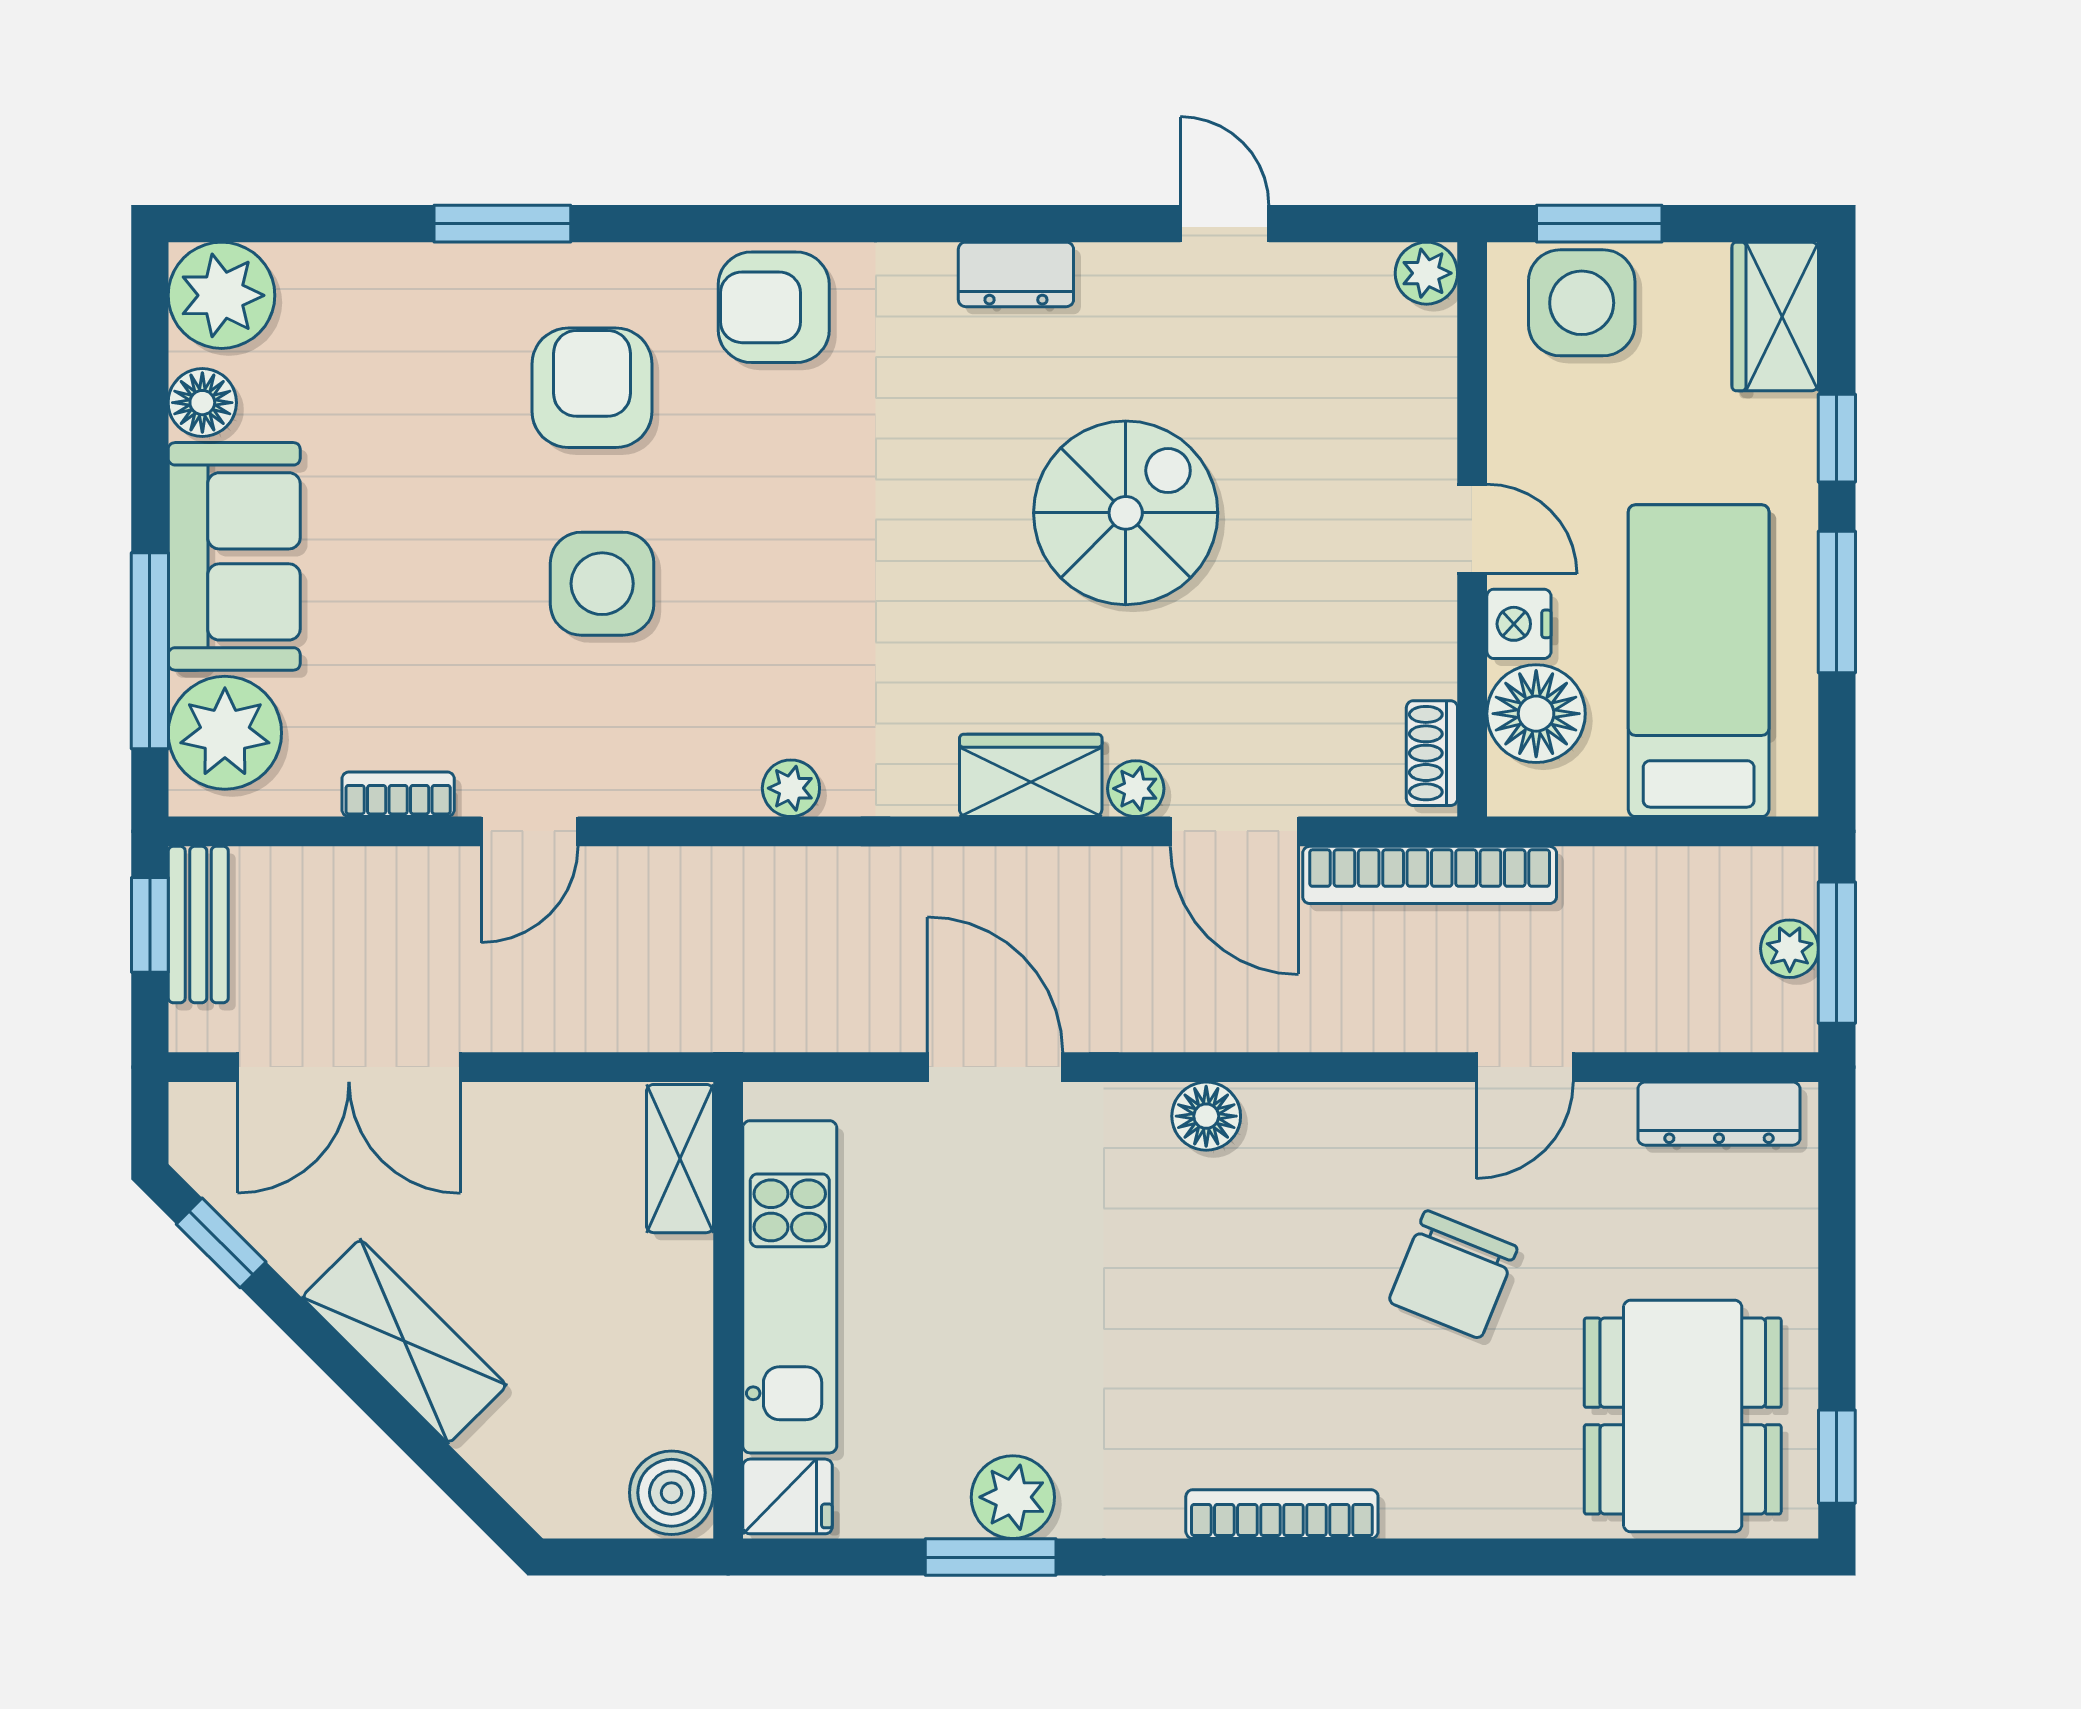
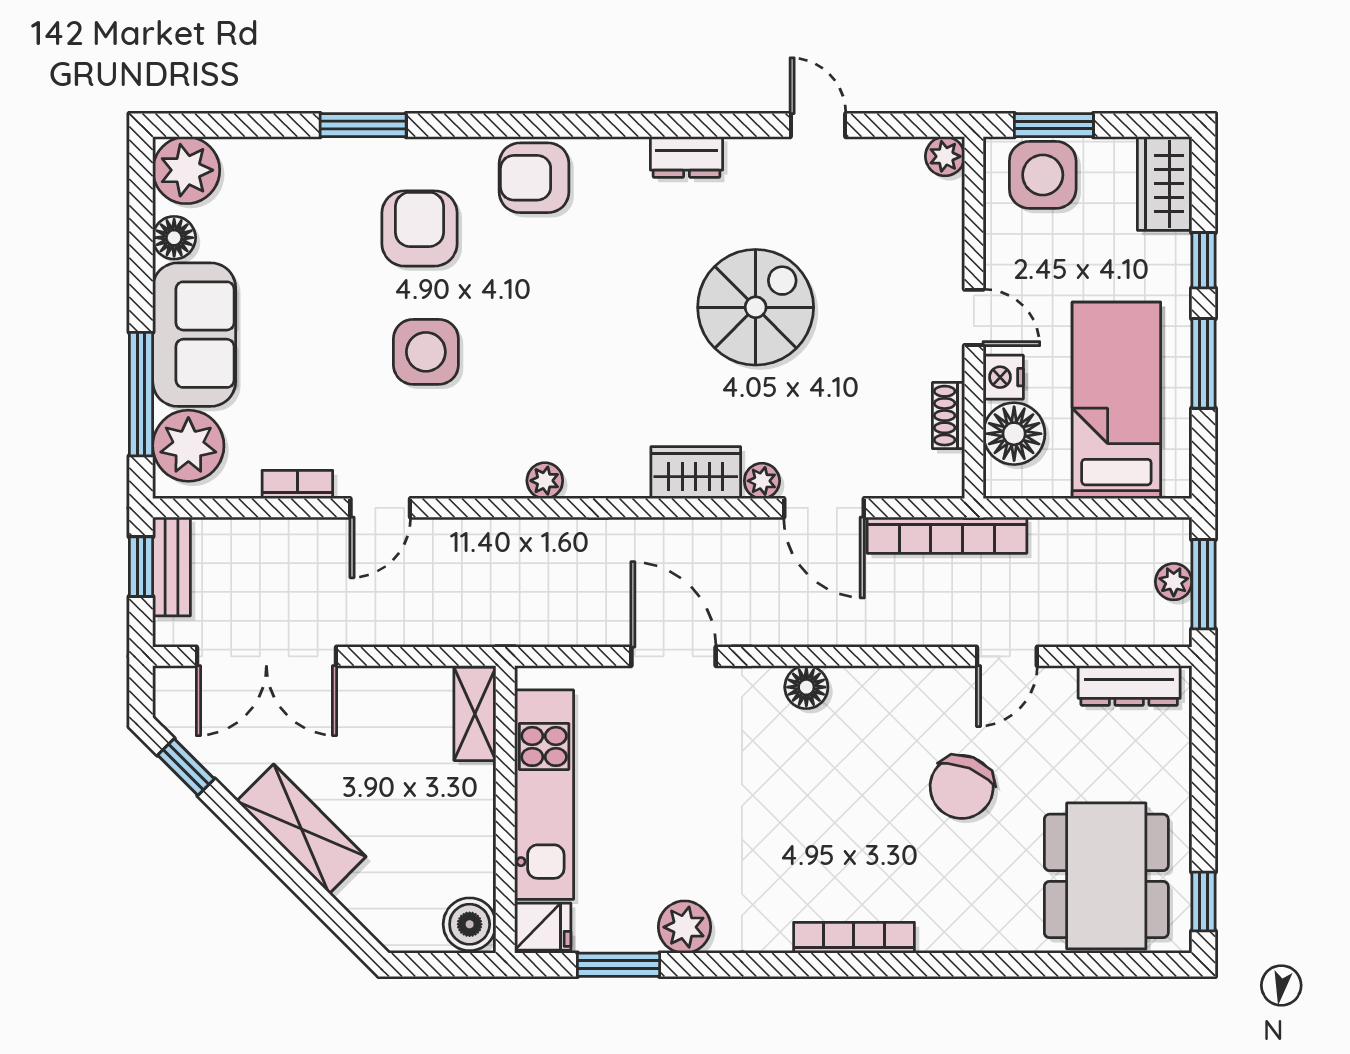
shoe rack: (1432, 753) -> (948, 416), moved
window: (991, 1557) -> (619, 965), moved

